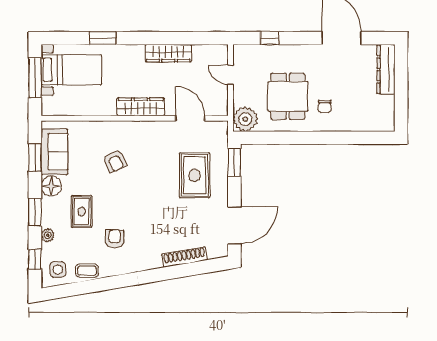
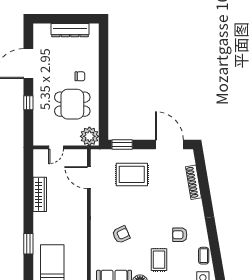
window: (270, 38) -> (28, 103), moved
dresser: (386, 69) -> (70, 30), moved
wardrobe: (141, 107) -> (80, 215), removed
door: (190, 118) -> (89, 178), hinge flipped
rug: (82, 211) -> (159, 260), turned 90

